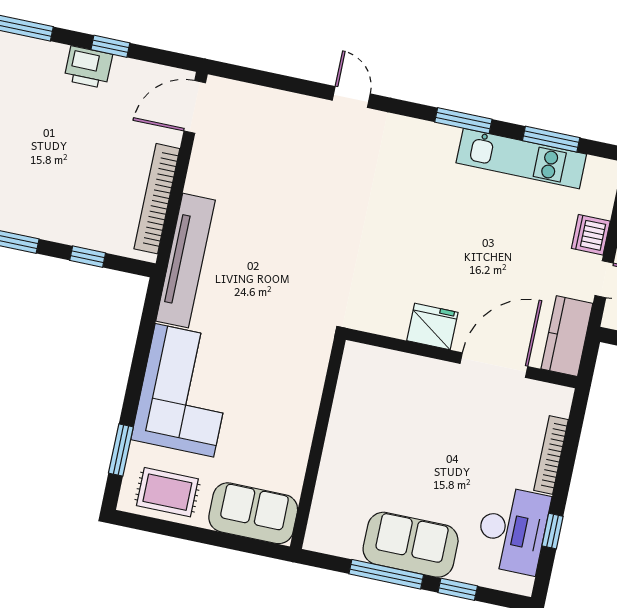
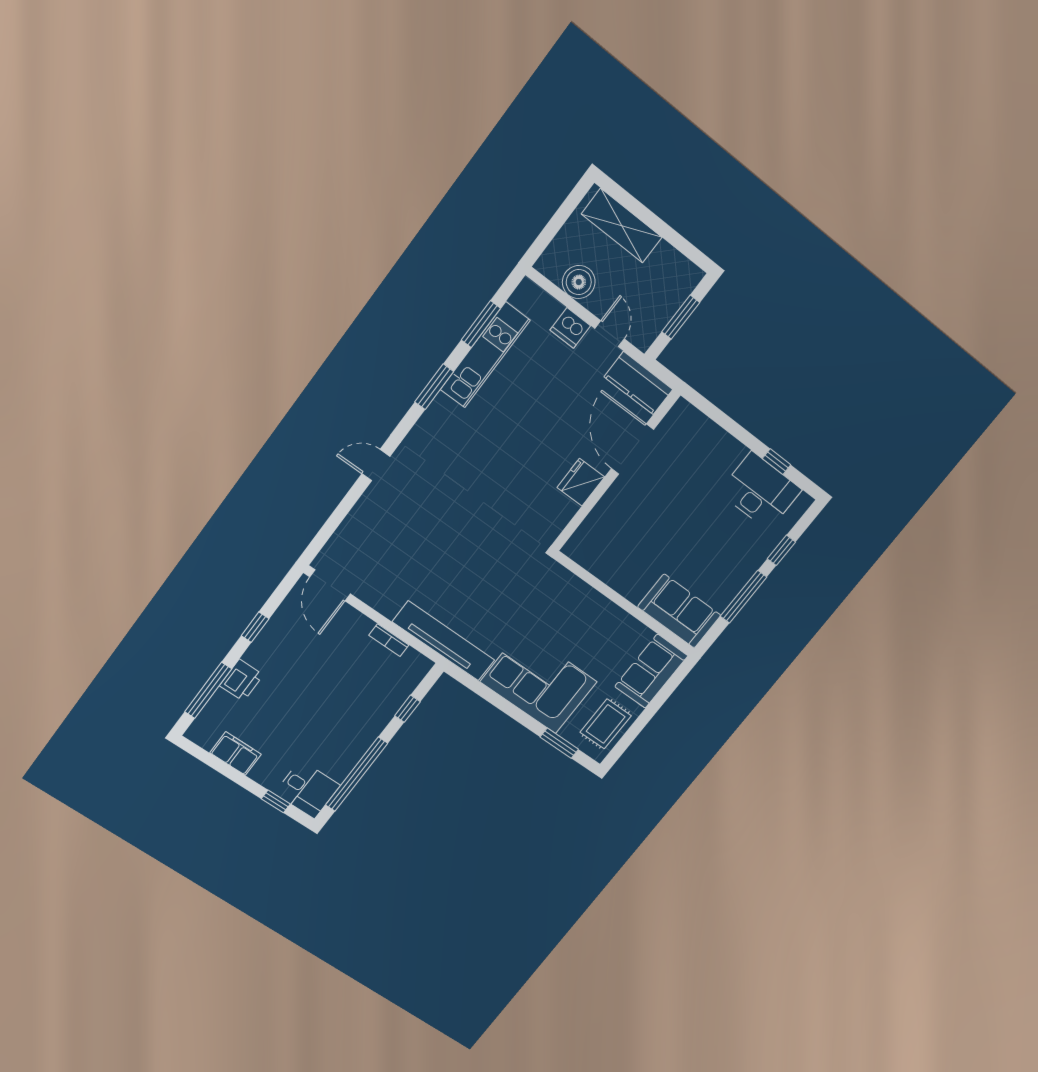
printer: (88, 67) -> (241, 680), moved
bookcase: (157, 199) -> (389, 640), width x0.43, depth x0.76
bookcase: (551, 455) -> (721, 437), removed
sofa: (411, 545) -> (679, 611), moved, turned 90

